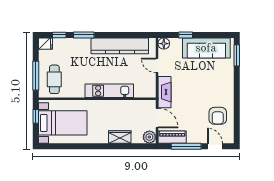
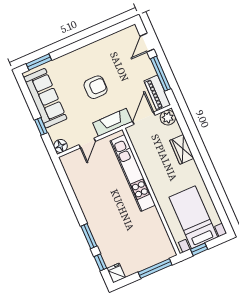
kitchen counter: (120, 46) -> (84, 192), removed
cafe table: (54, 79) -> (150, 247), removed
kitchen unit: (109, 91) -> (133, 173), width x1.36
armchair: (218, 116) -> (96, 87), moved

